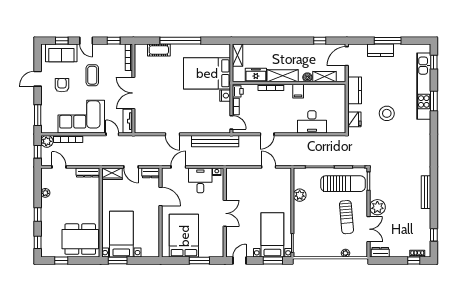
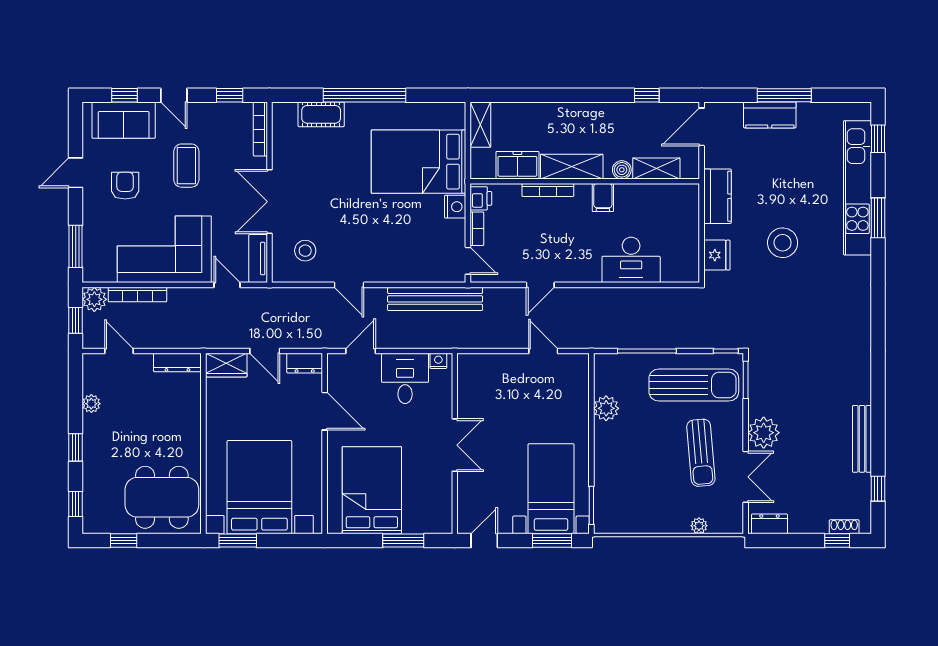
stool: (151, 117) -> (305, 251), added
bench: (426, 192) -> (862, 439), moved
bed with nightstands: (121, 234) -> (259, 487), width x1.36

